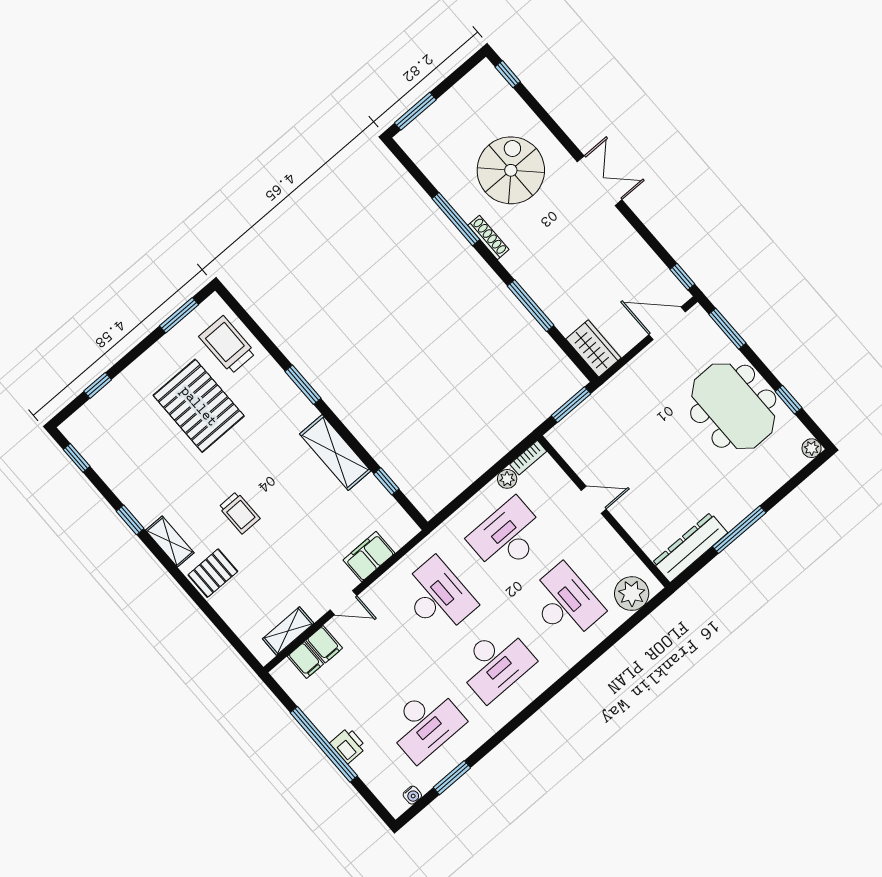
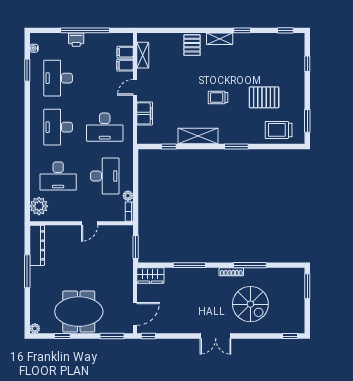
trolley: (227, 345) -> (279, 130), turned 180
pallet: (199, 406) -> (264, 97), width x0.73, depth x0.71
trolley: (239, 513) -> (218, 98), moved

